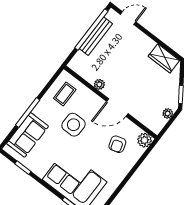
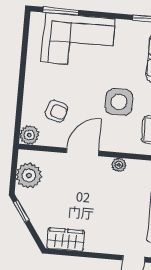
plant: (168, 113) -> (29, 176), width x1.88, depth x1.88
armchair: (117, 144) -> (57, 111), turned 124

